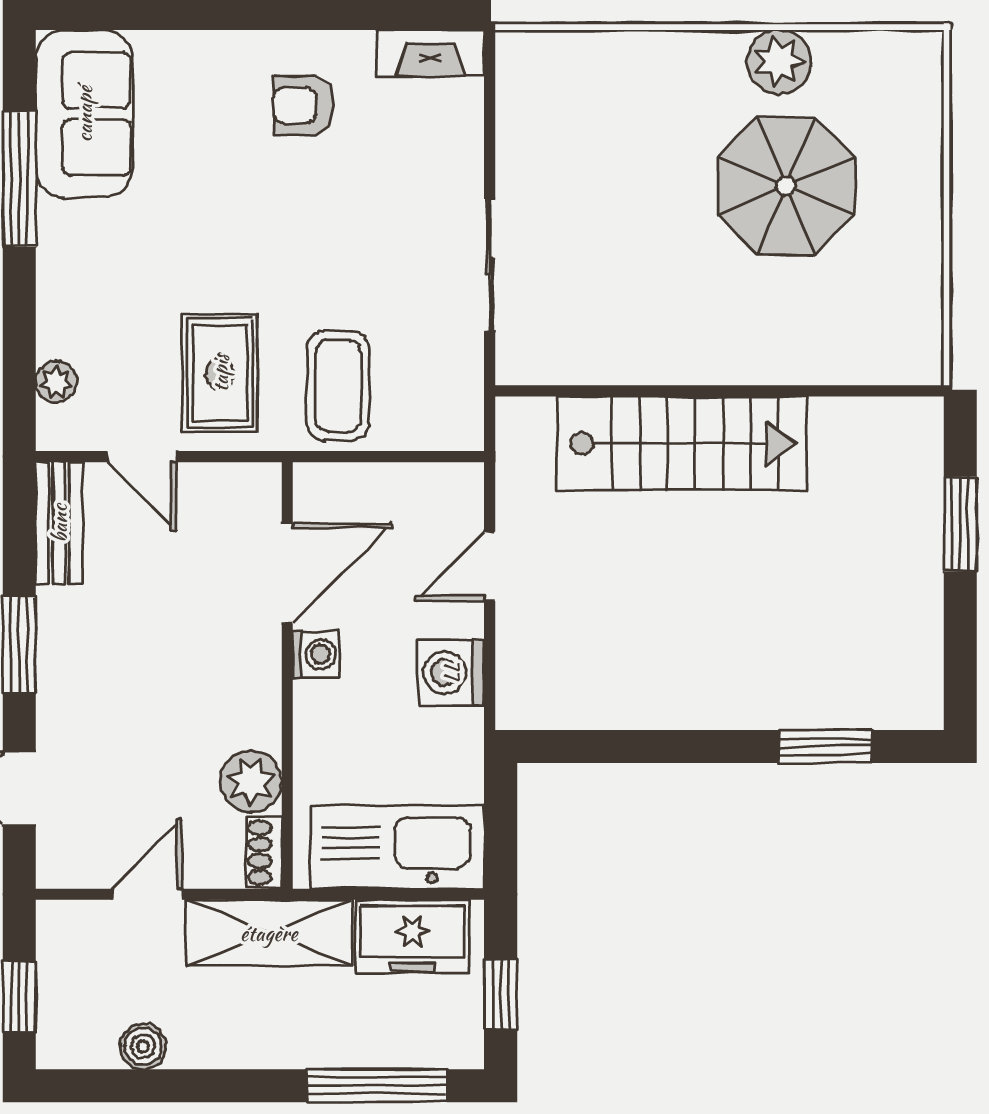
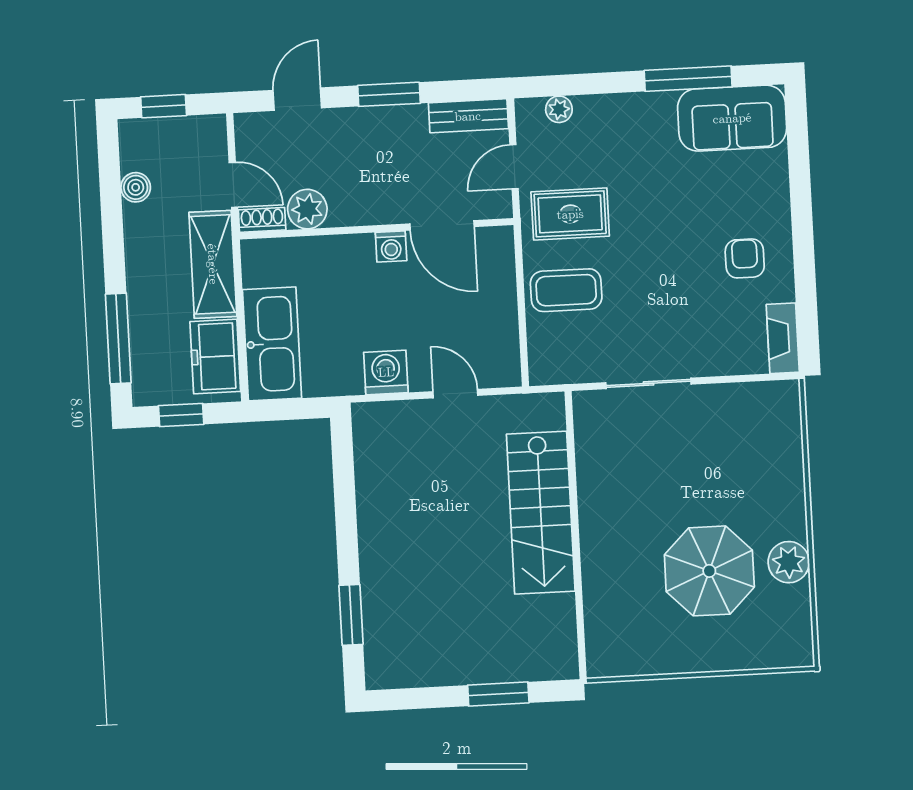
door: (287, 573) -> (442, 225), moved
washing machine: (316, 654) -> (391, 246), moved
wall: (287, 675) -> (377, 229), moved
plant: (251, 781) -> (307, 209), moved
shoe rack: (264, 853) -> (262, 220), moved

